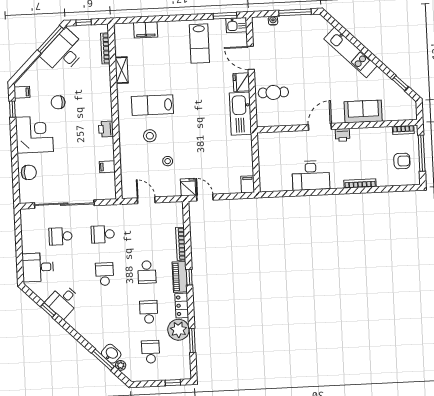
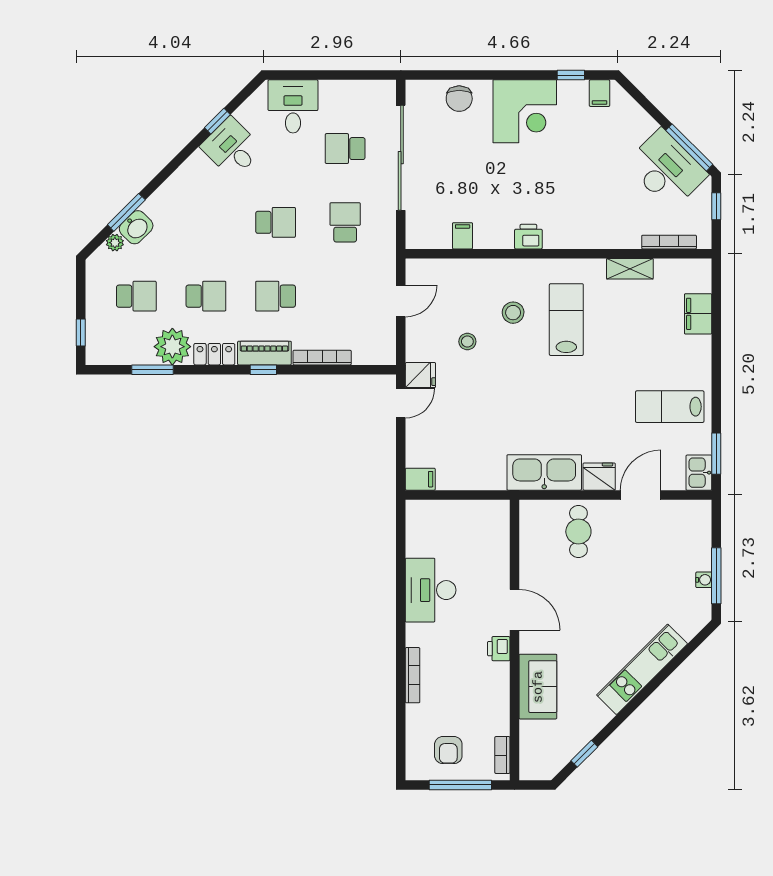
water cooler: (273, 21) -> (704, 580), moved
chair: (58, 102) -> (579, 155), removed
school desk: (61, 236) -> (345, 149), turned -90

